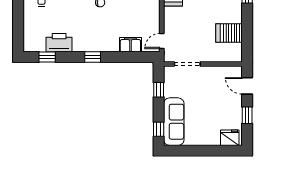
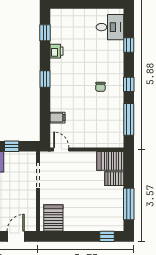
server rack: (229, 33) -> (53, 218), moved
printer: (59, 43) -> (57, 51), width x0.53, depth x0.68
filing cabinet: (130, 45) -> (58, 118), width x0.50

